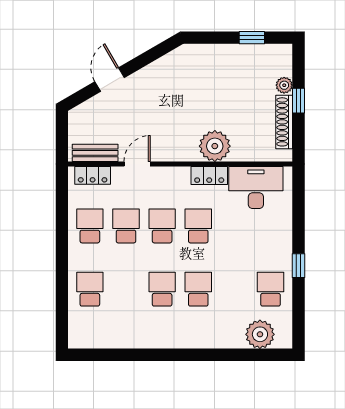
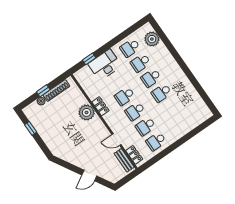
desk: (256, 188) -> (105, 65), moved, turned 90
window: (298, 266) -> (89, 59), moved
school desk: (90, 289) -> (141, 63), moved

